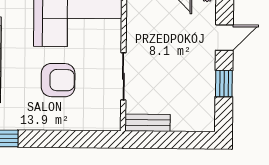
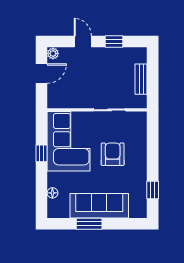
bench: (148, 123) -> (141, 79), moved

